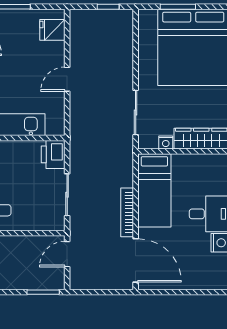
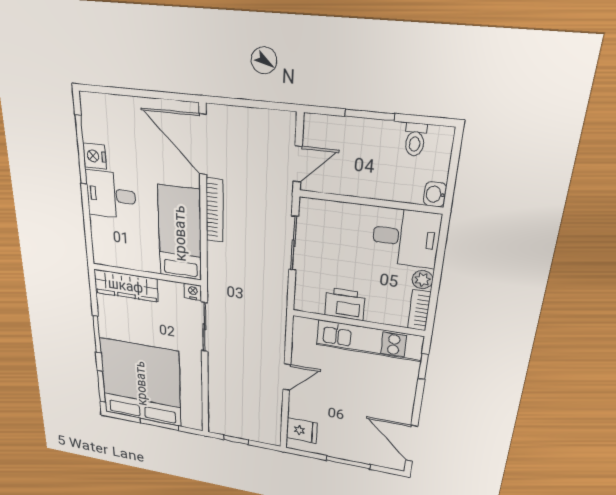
nightstand: (166, 142) -> (193, 292), moved
printer: (53, 154) -> (345, 304), moved, turned -90
window: (43, 292) -> (369, 115), moved

